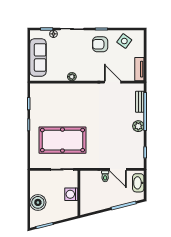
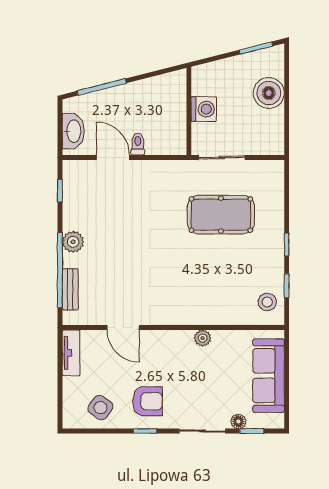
stool: (39, 95) -> (267, 302), added
pool table: (62, 140) -> (221, 215), width x0.73, depth x0.76

